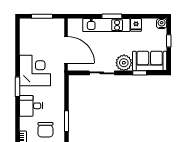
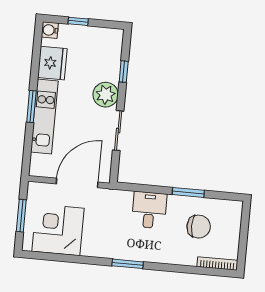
fridge: (136, 25) -> (52, 63), width x1.88, depth x1.34
sofa: (150, 61) -> (106, 54), removed
corner desk: (35, 70) -> (58, 230), moved
desk: (31, 106) -> (149, 210), moved, turned 180

